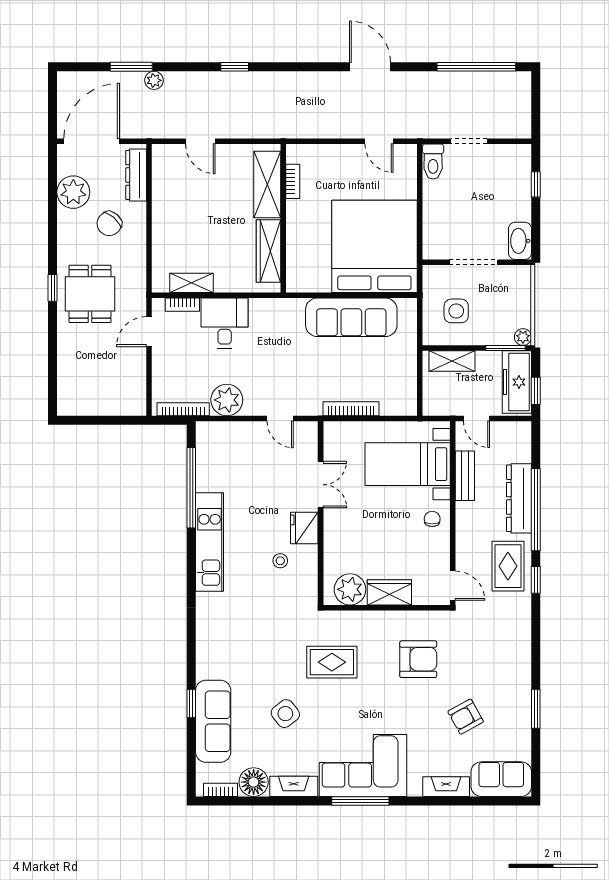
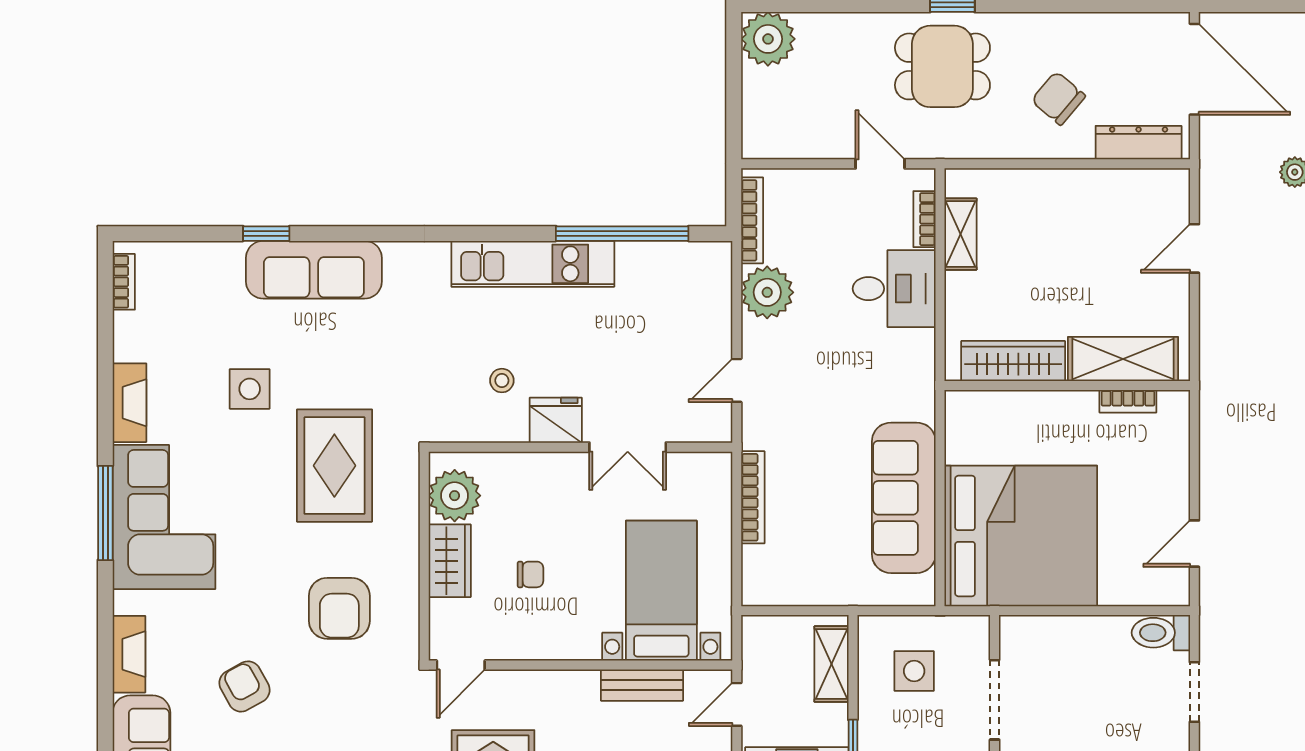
plant: (73, 192) -> (768, 39), moved
chair: (432, 519) -> (530, 574), moved
rug: (332, 662) -> (334, 466), width x1.36, depth x1.43
side table: (285, 714) -> (250, 389), turned 38
sofa: (213, 721) -> (314, 270), moved
floor lamp: (254, 782) -> (136, 336), removed

